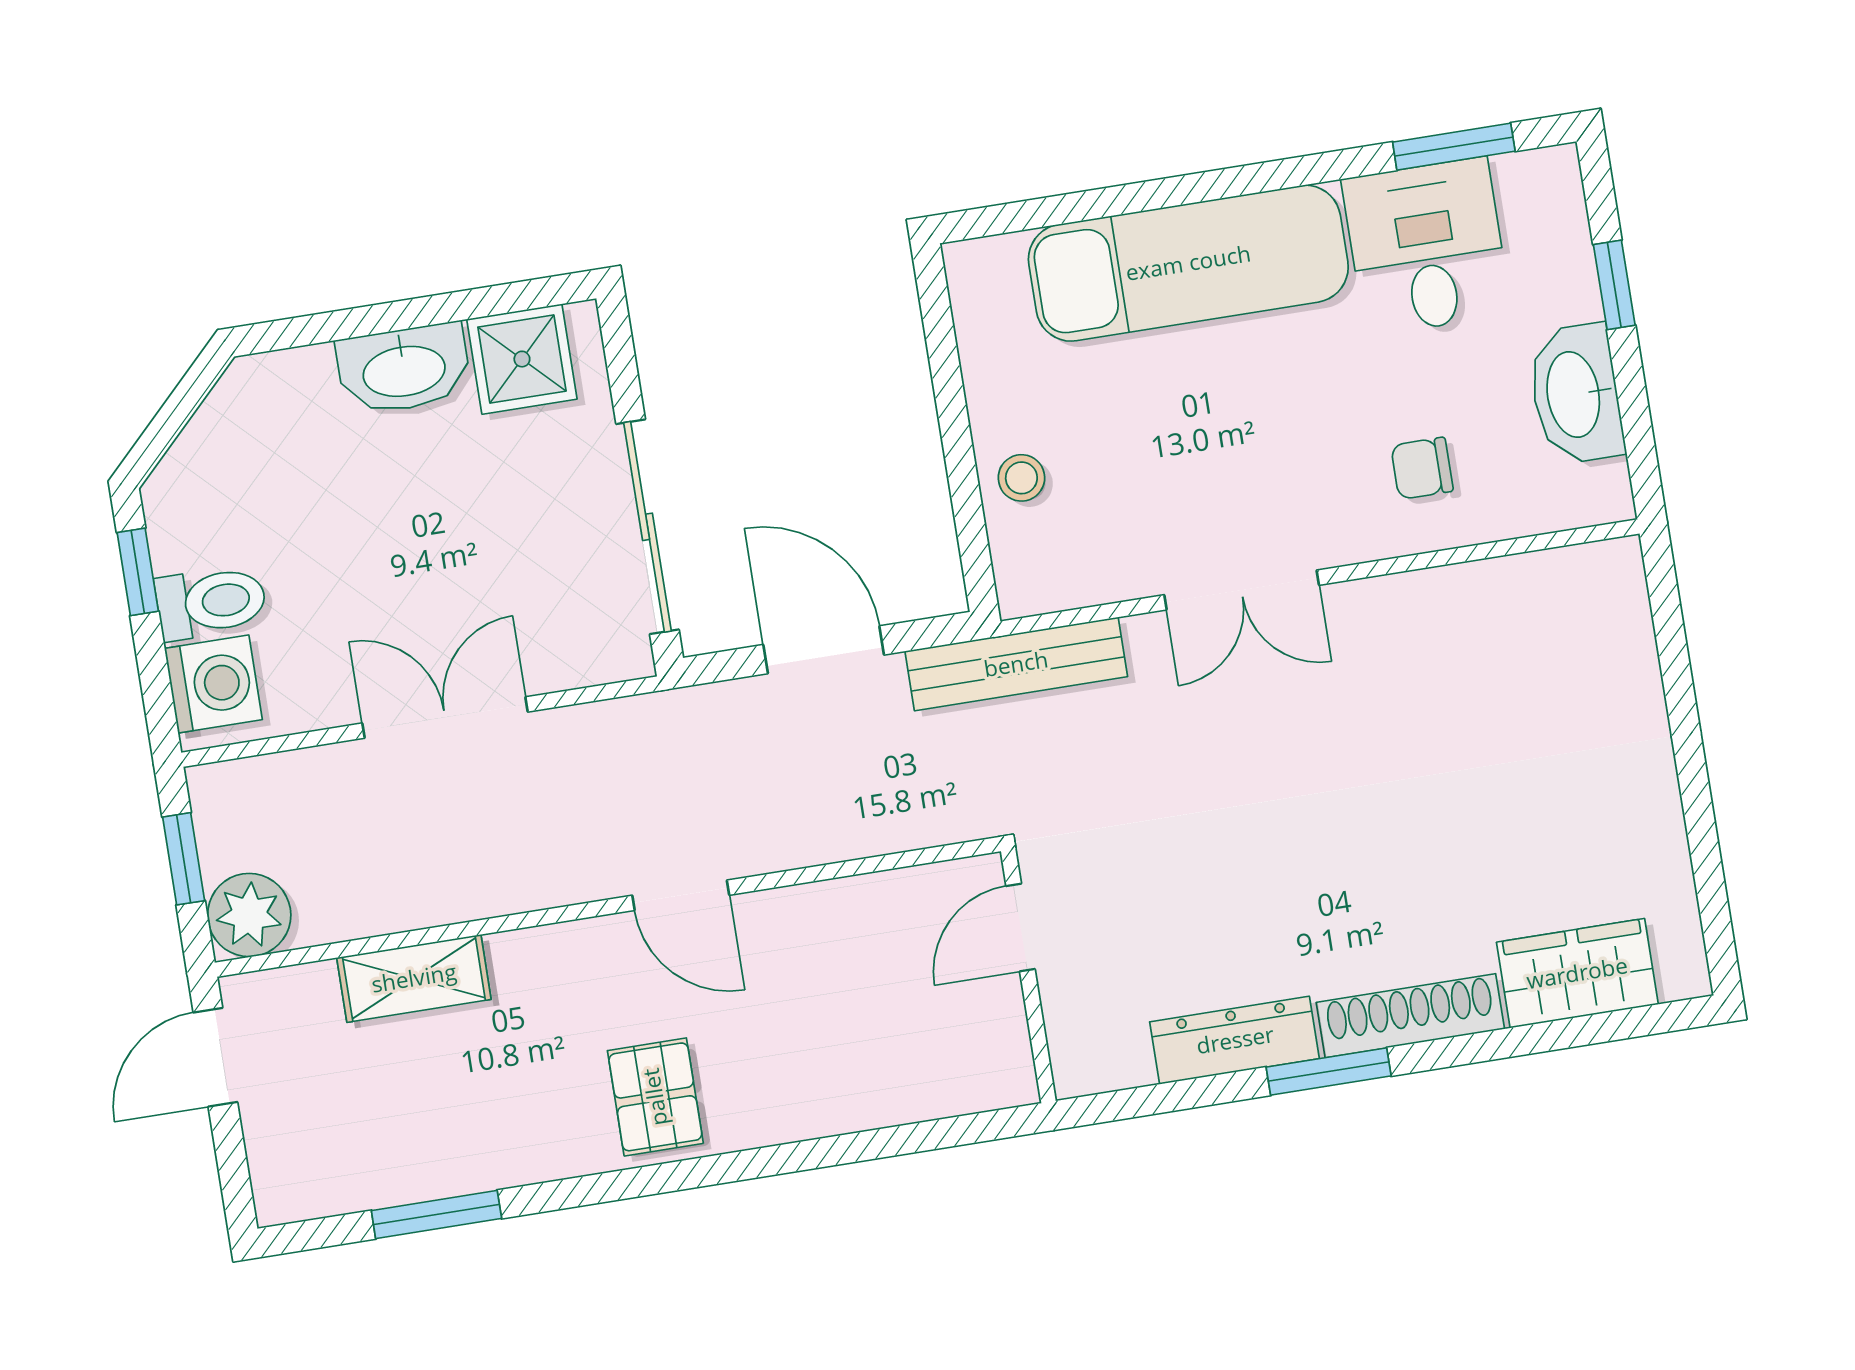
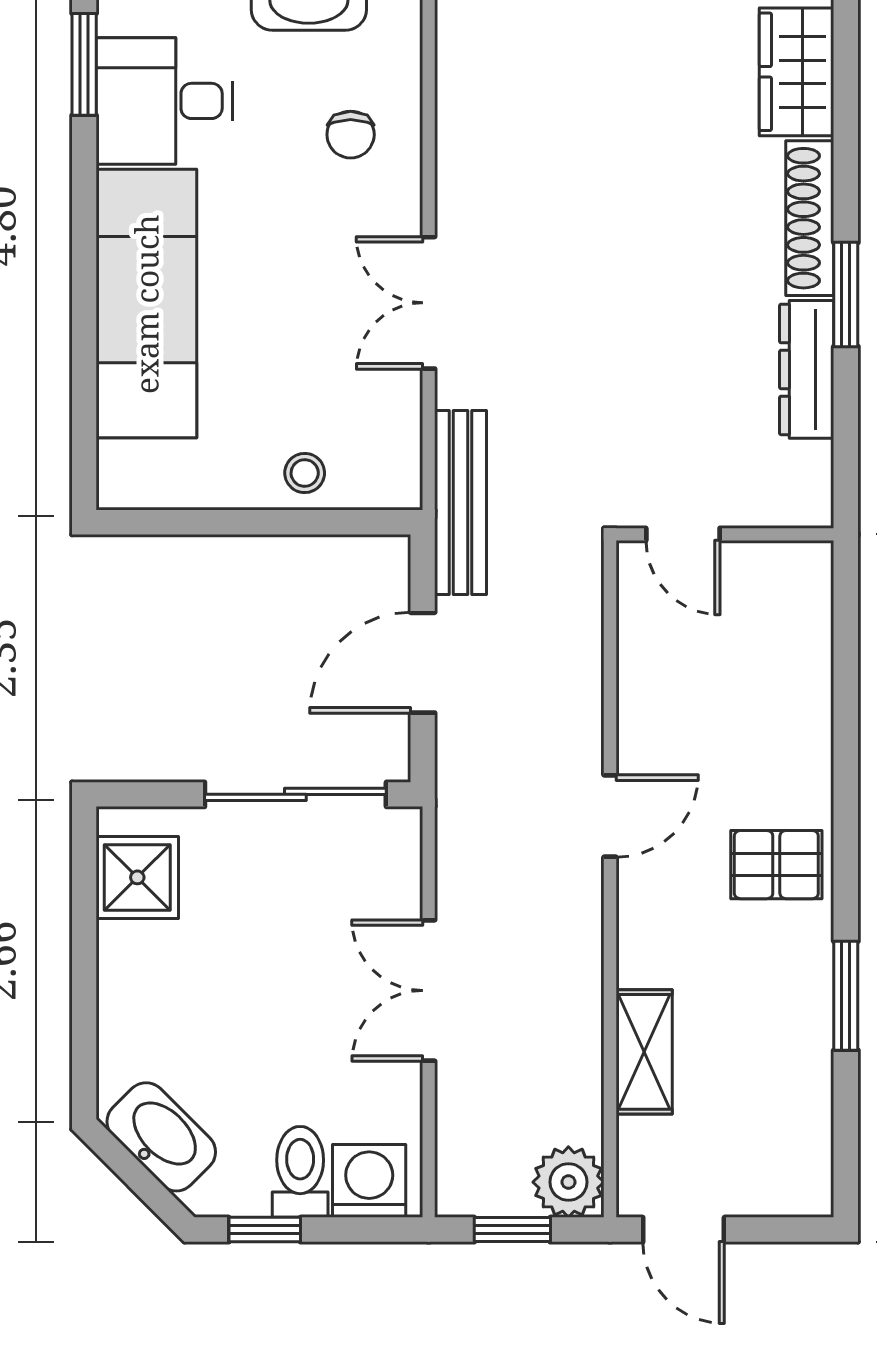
washbasin: (404, 369) -> (161, 1137), moved, turned -45
double door: (1242, 590) -> (429, 303), swing flipped
window: (436, 1214) -> (846, 996), moved

